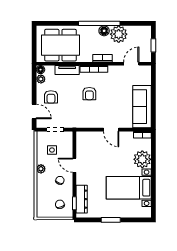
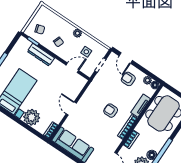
door: (34, 111) -> (126, 58), hinge flipped
door: (111, 130) -> (71, 109), hinge flipped
door: (74, 165) -> (72, 68), moved
dresser: (82, 199) -> (41, 55), moved

